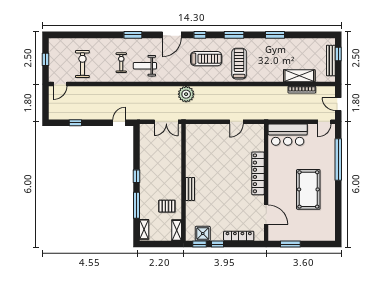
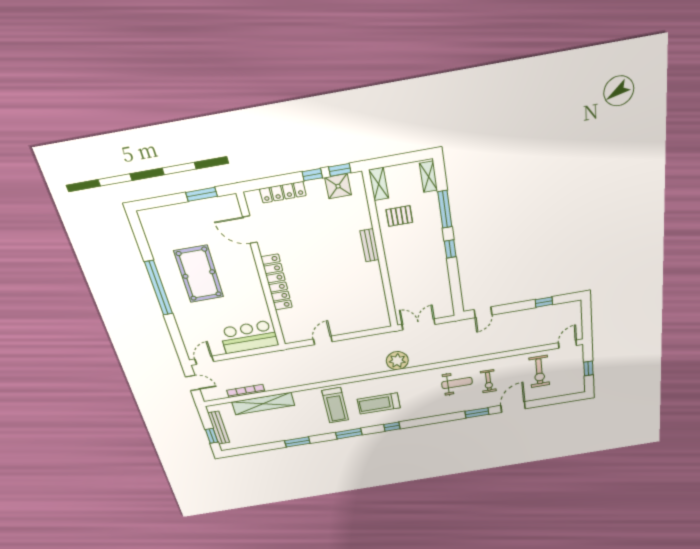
door: (172, 35) -> (513, 407), moved
shelving: (299, 76) -> (263, 404), width x1.47
window: (338, 160) -> (159, 288), moved

